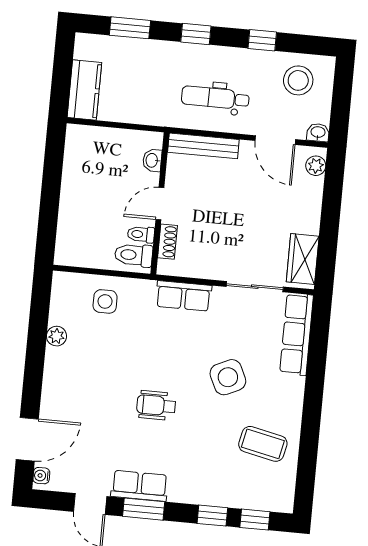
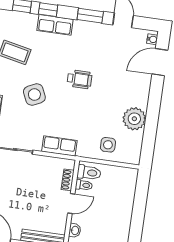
plant: (56, 336) -> (134, 119), width x1.88, depth x1.88
row of seats: (139, 486) -> (55, 25), moved

